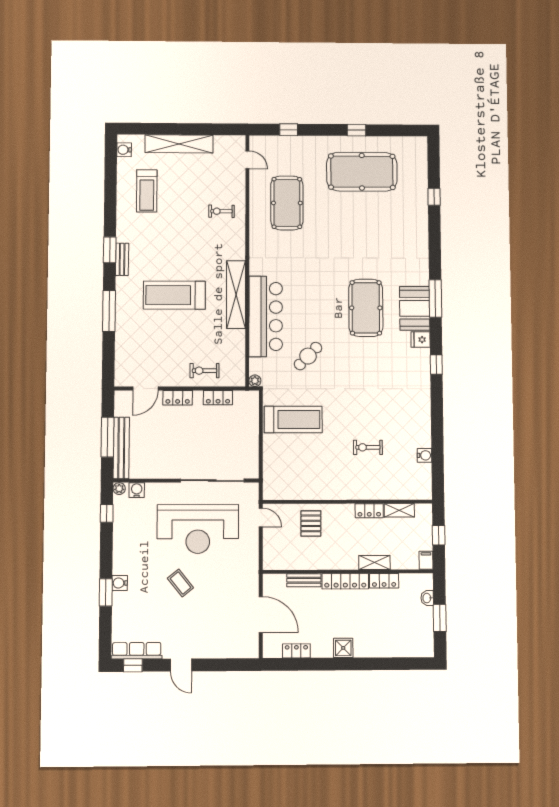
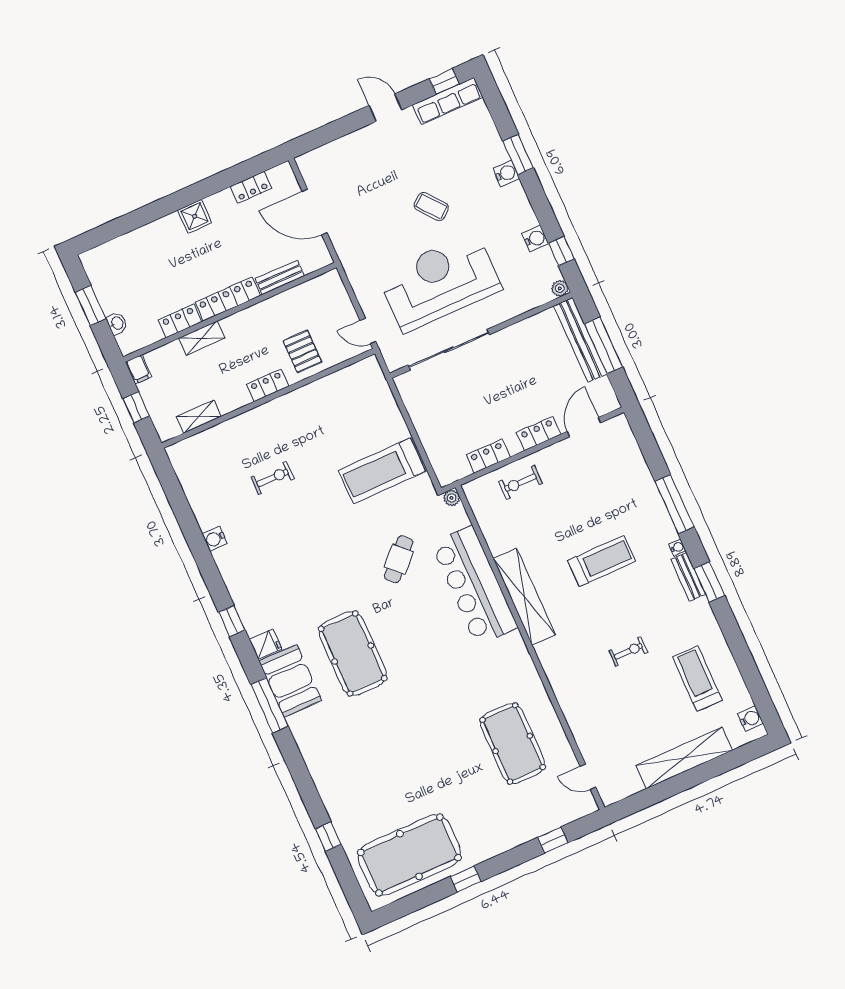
pool table: (362, 172) -> (409, 855), moved
exercise bike: (222, 211) -> (628, 651), moved
water cooler: (120, 282) -> (677, 547), added
treadmill: (174, 295) -> (602, 561), width x0.73, depth x0.73
exercise bike: (205, 371) -> (520, 482), turned 180
water cooler: (424, 455) -> (215, 539), moved
water cooler: (137, 490) -> (535, 239), moved, turned -90
locker: (369, 511) -> (268, 385), moved

